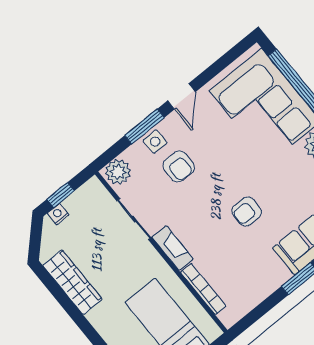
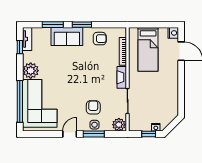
armchair: (247, 211) -> (100, 39), moved
wardrobe: (72, 282) -> (172, 96), removed

